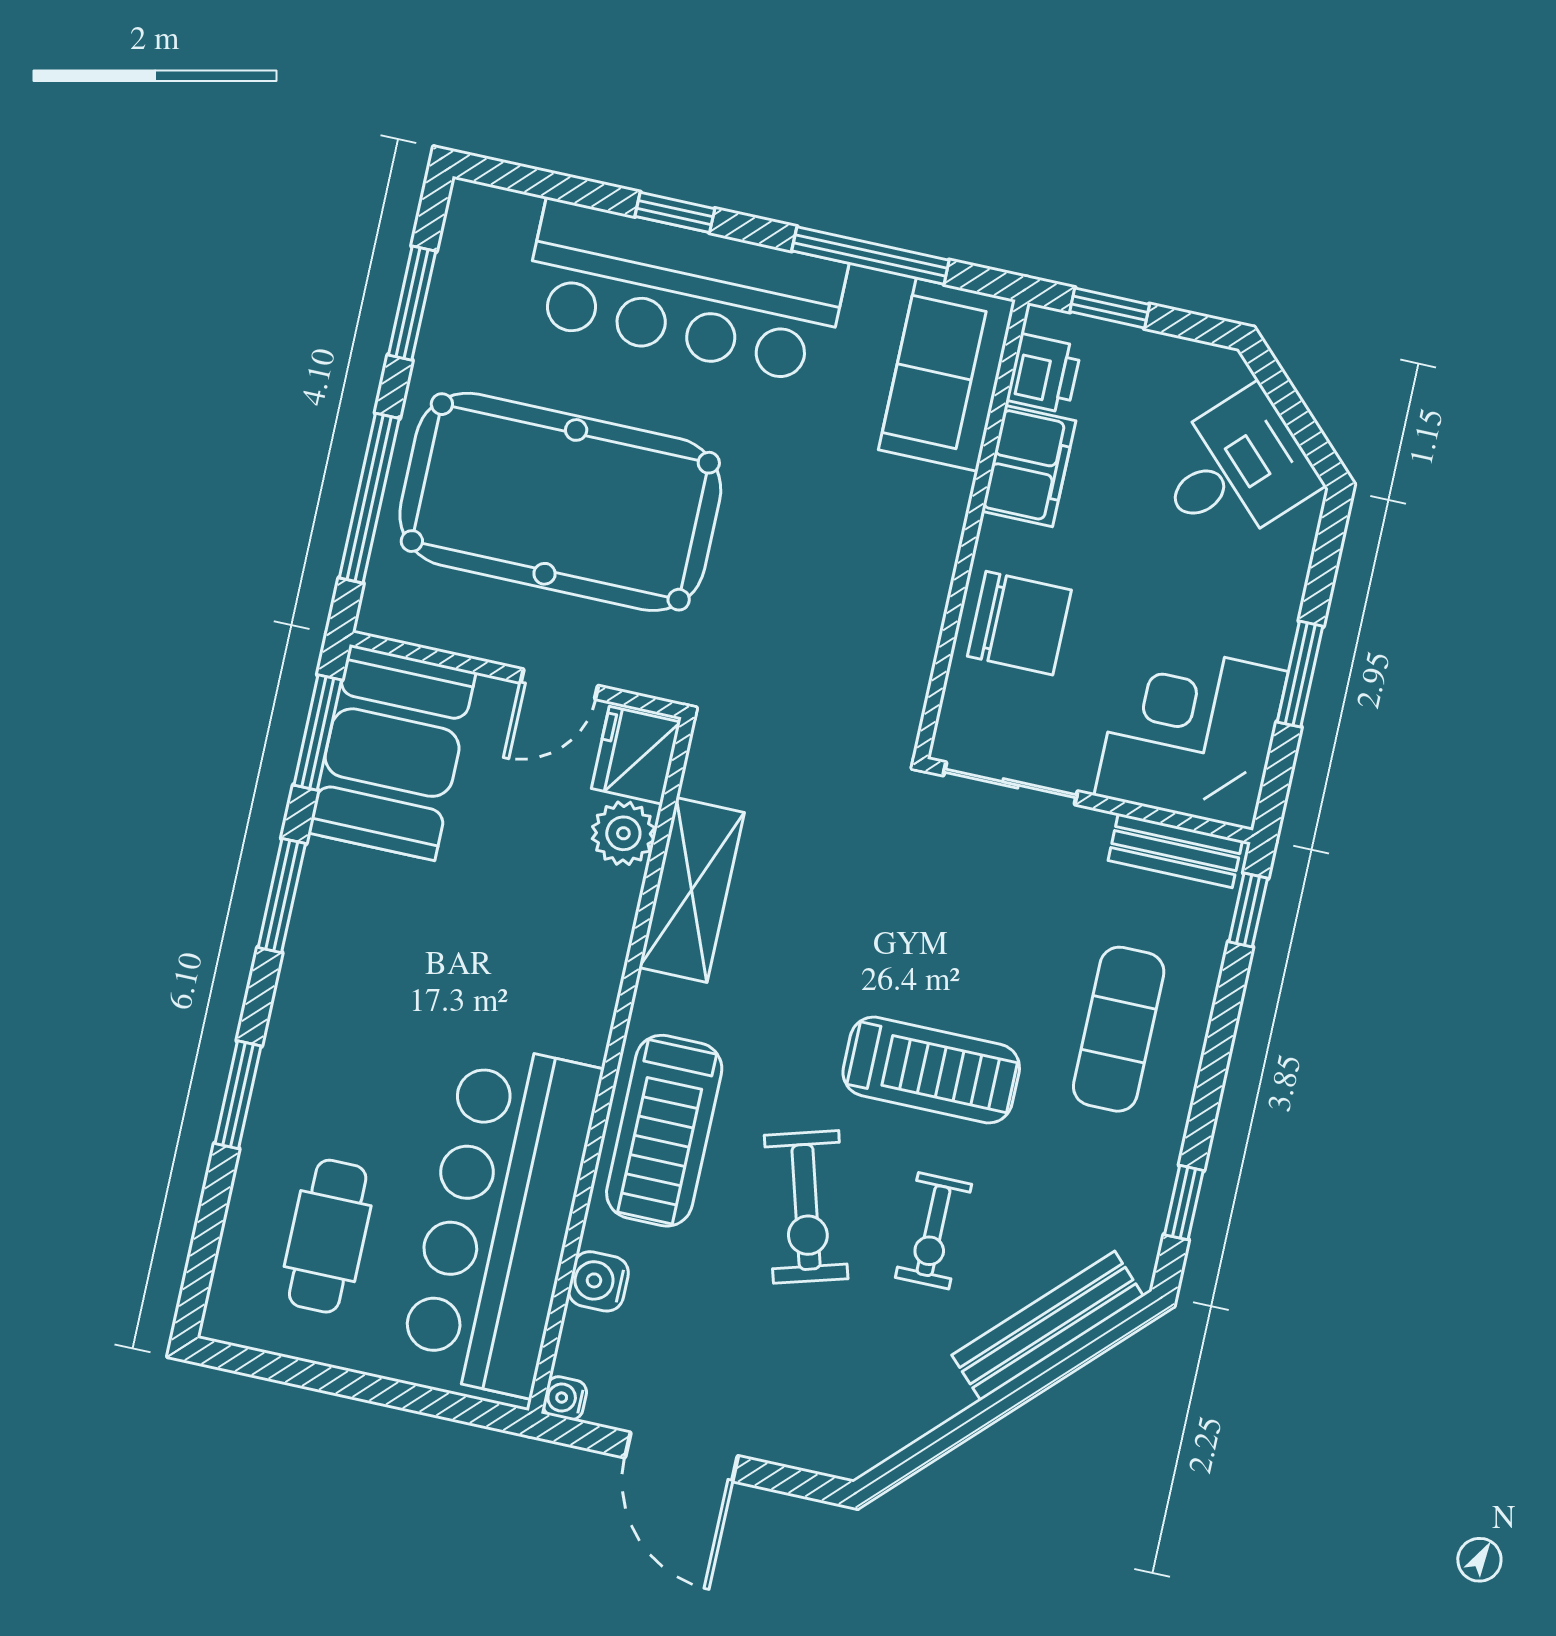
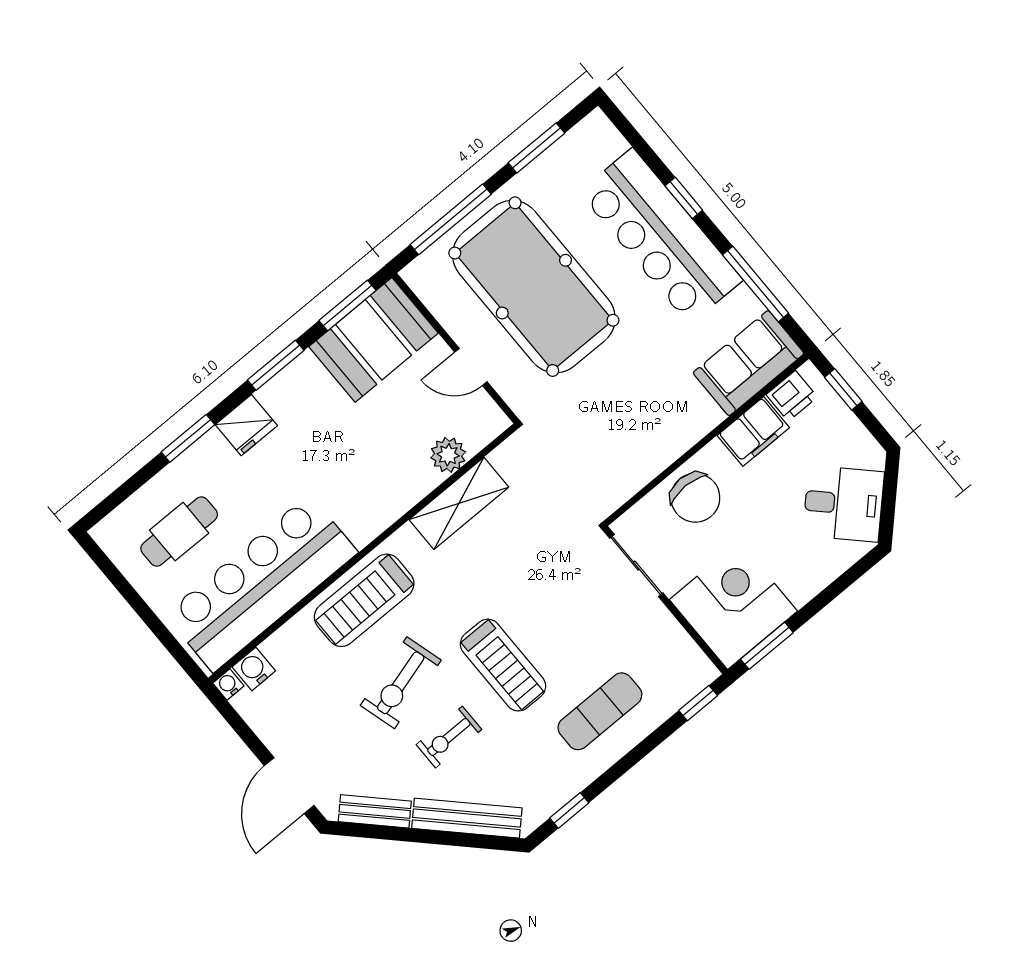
window: (1300, 674) -> (767, 646), moved
fridge: (636, 755) -> (246, 425), moved, turned 180
bench: (1175, 851) -> (375, 811), moved, turned -45
water cooler: (598, 1281) -> (254, 669), moved
door: (681, 1457) -> (289, 786), moved

